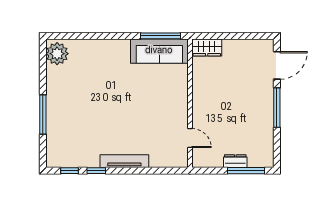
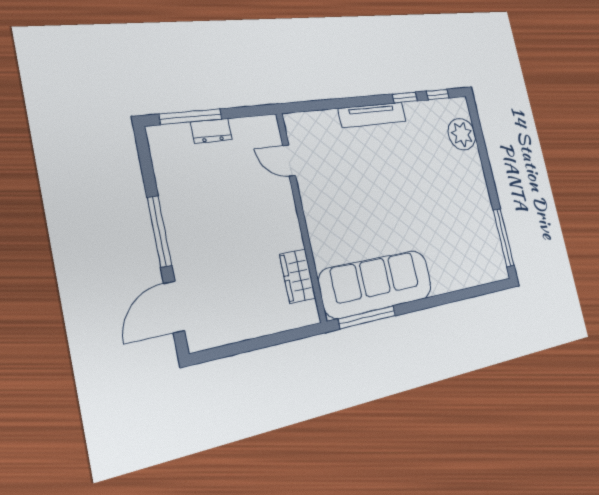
wardrobe: (207, 48) -> (298, 276), moved, turned -90
sofa: (159, 51) -> (376, 284), width x1.36, depth x1.27
plant: (57, 54) -> (462, 134), moved
window: (43, 114) -> (504, 238), moved

